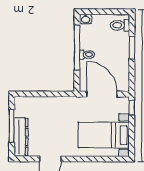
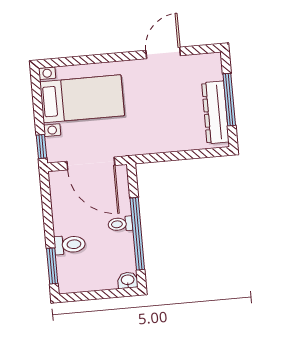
toilet: (120, 25) -> (70, 245), moved
window: (132, 48) -> (52, 266), moved
dresser: (21, 137) -> (215, 112), moved

